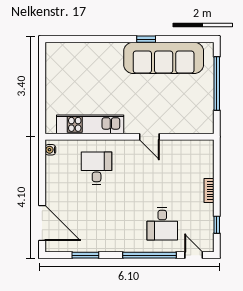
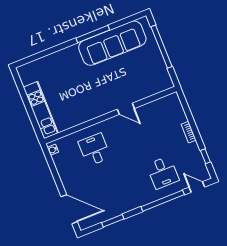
window: (146, 39) -> (93, 34), width x2.17
kitchen unit: (90, 124) -> (41, 110), moved, turned 90

